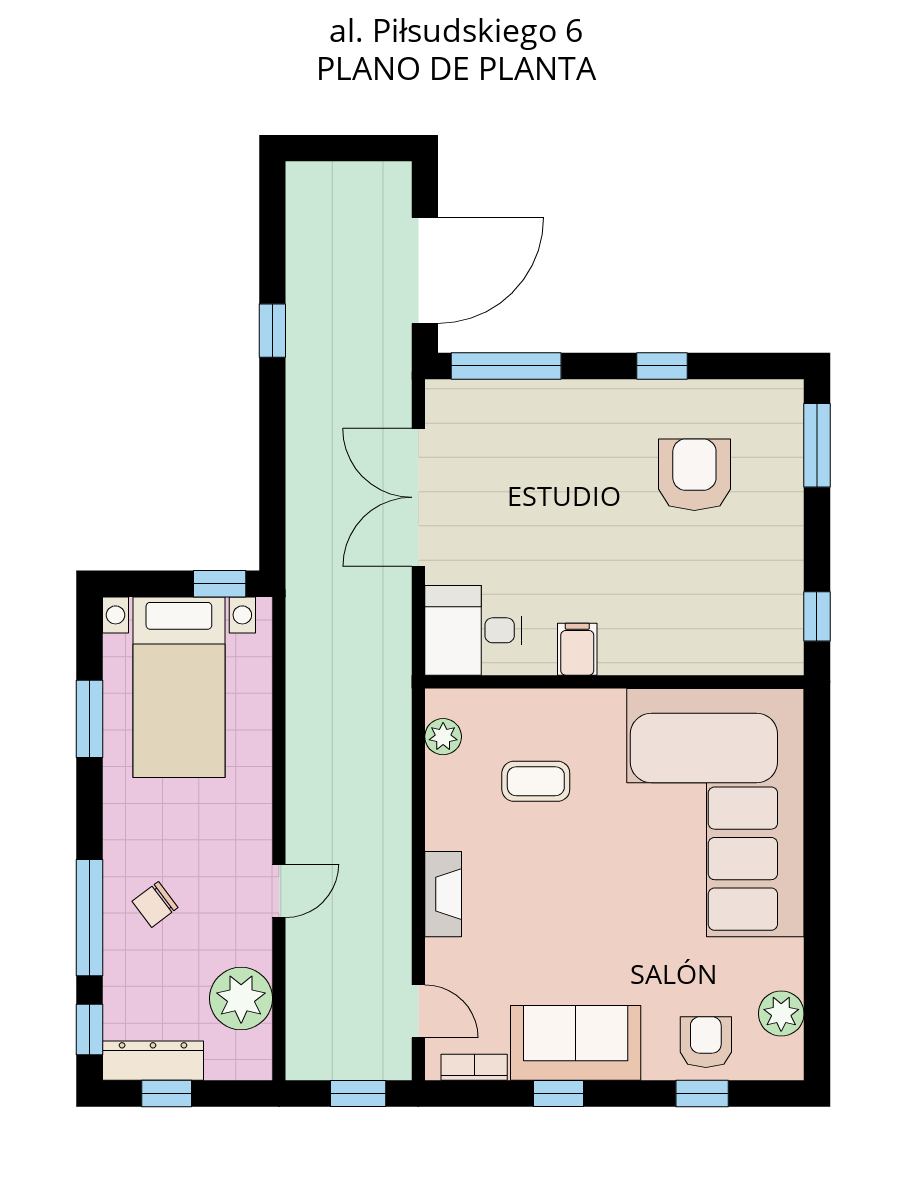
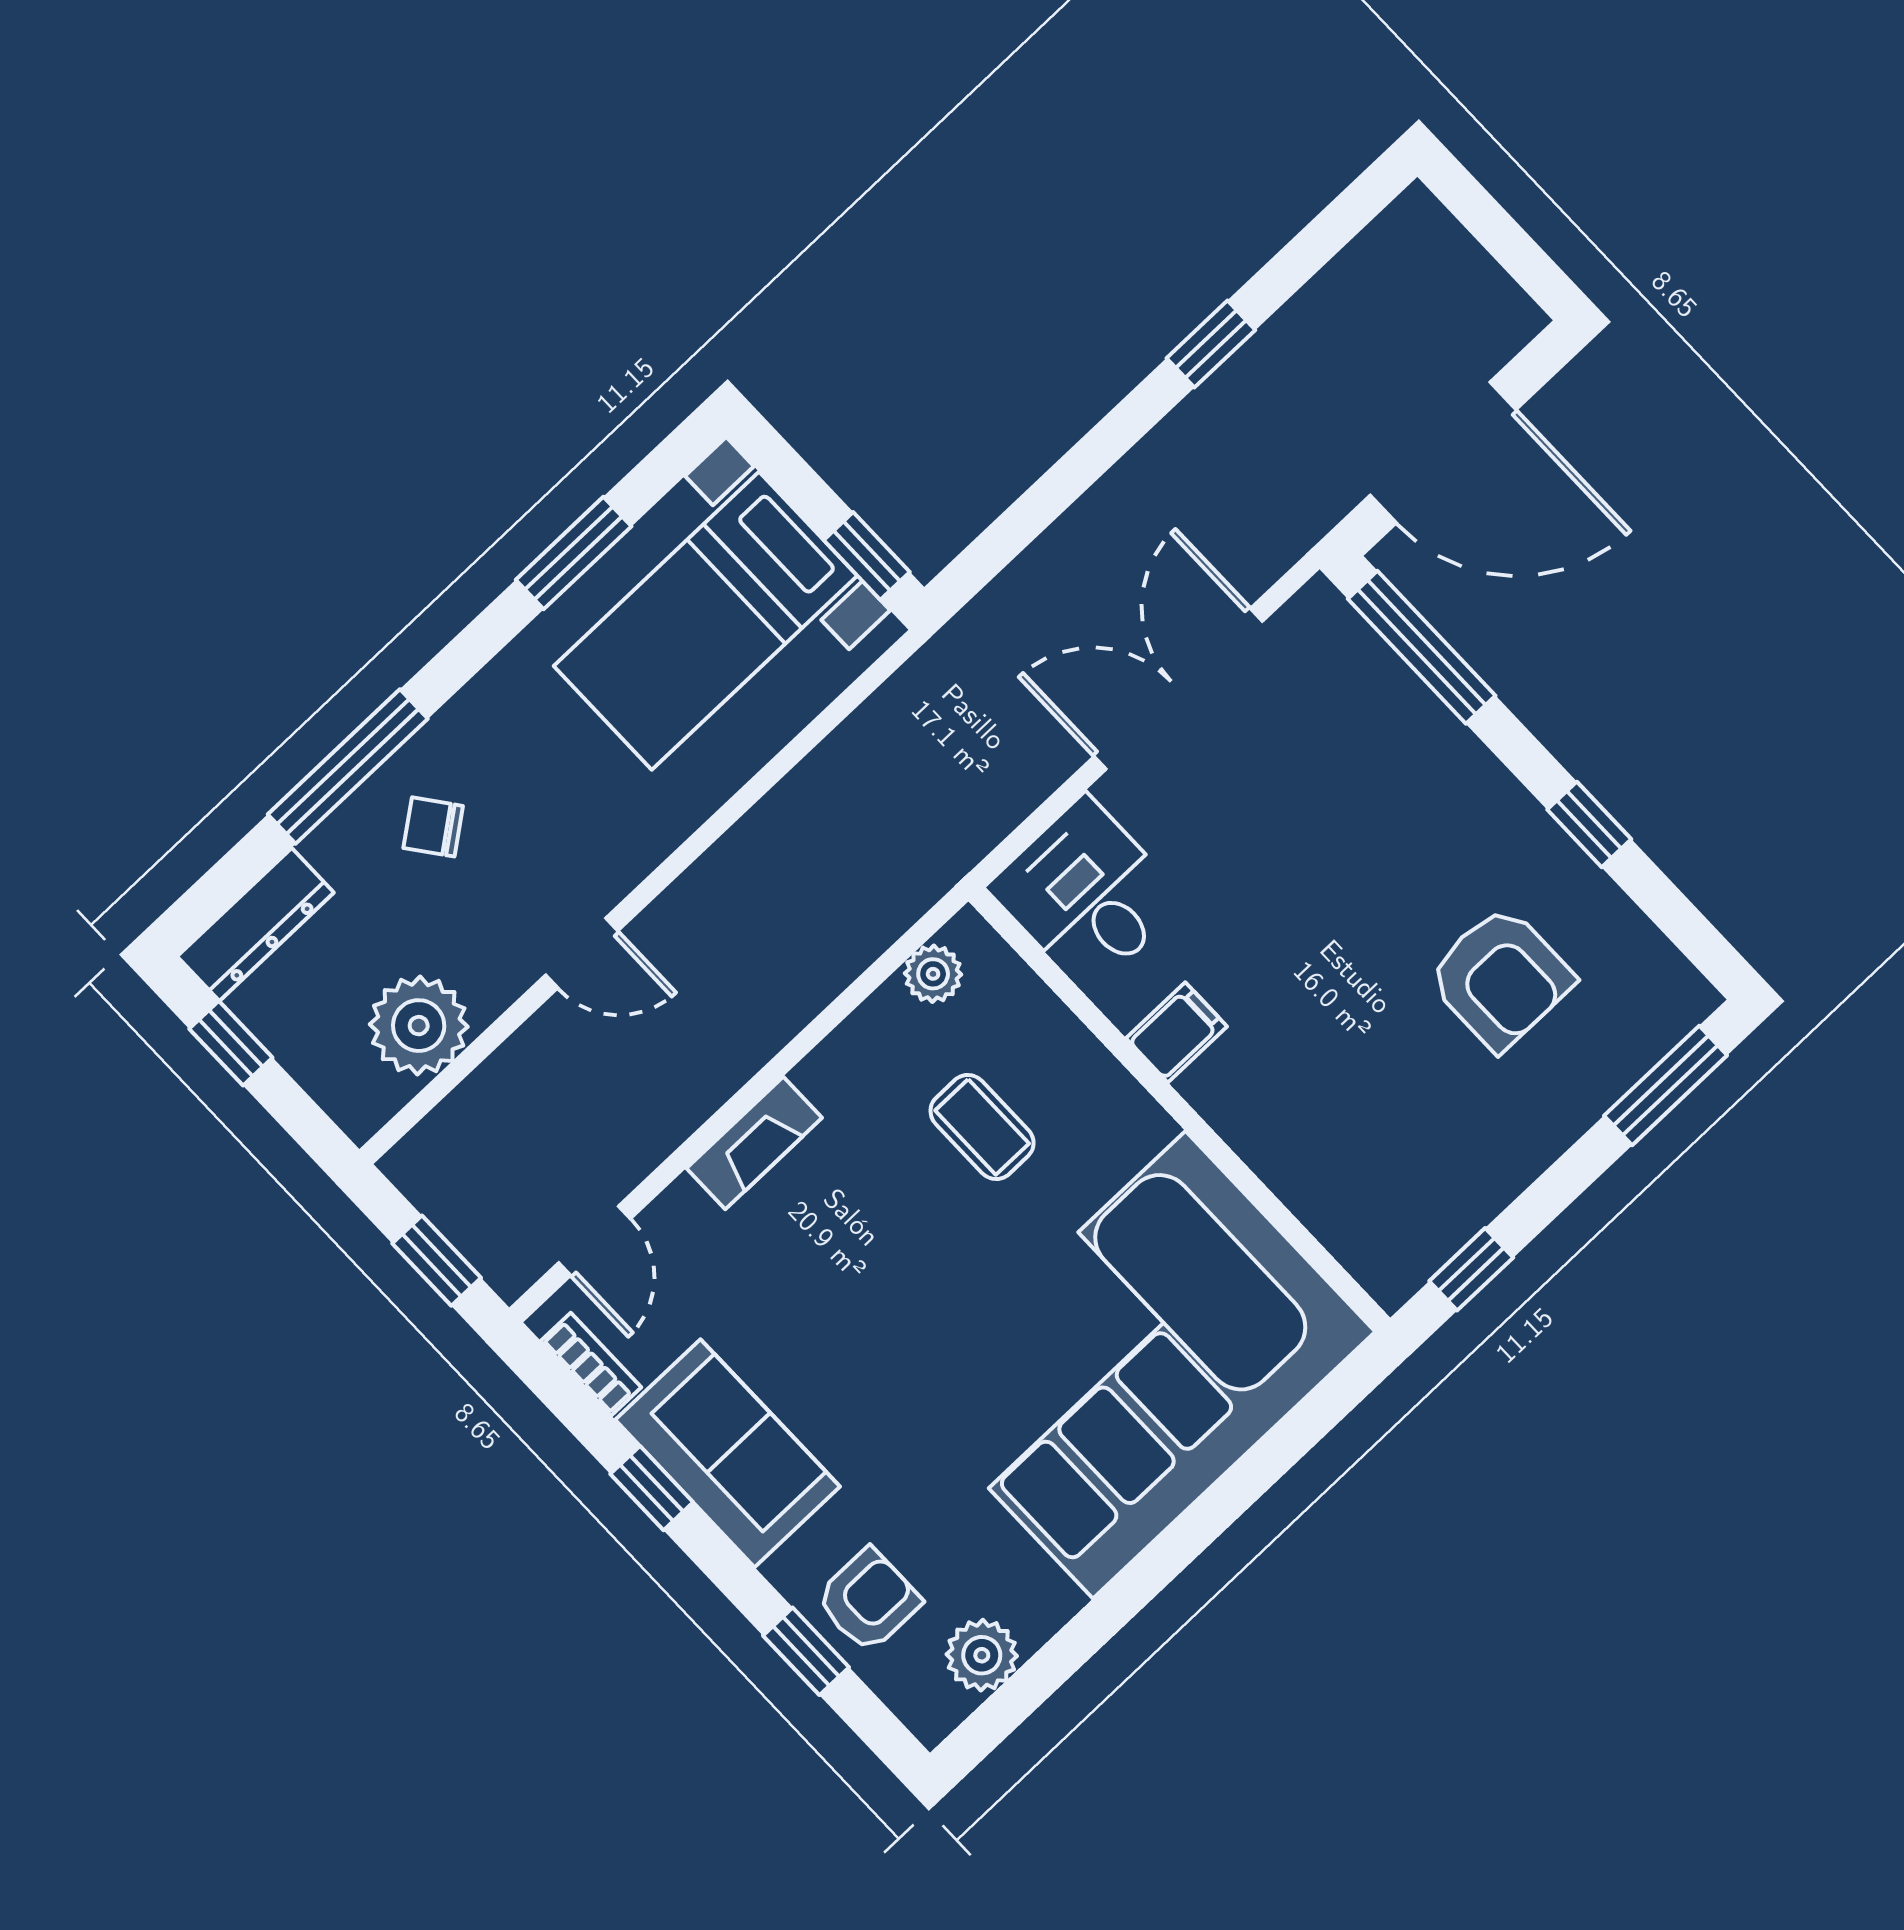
armchair: (694, 475) -> (1500, 978), turned 90
window: (89, 1030) -> (221, 887), removed
dresser: (153, 1061) -> (255, 925), moved, turned 90

